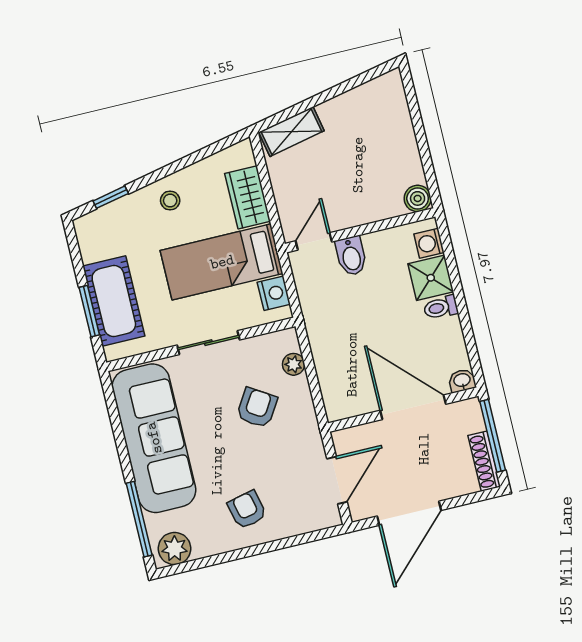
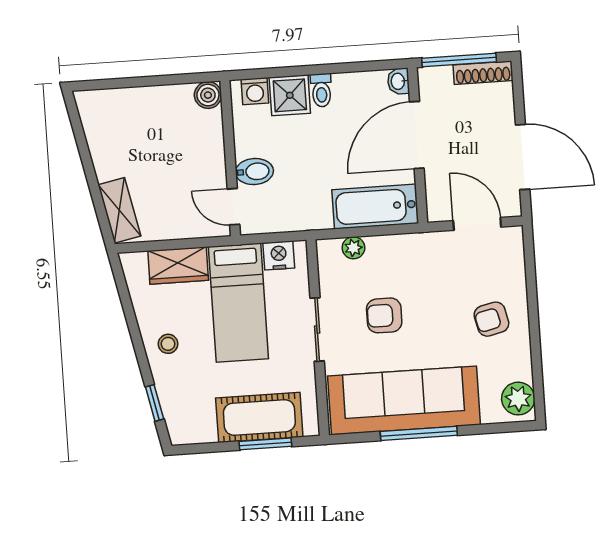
bathtub: (337, 379) -> (375, 207), added
armchair: (257, 408) -> (384, 315), moved, turned -32
window: (139, 519) -> (419, 433), moved

